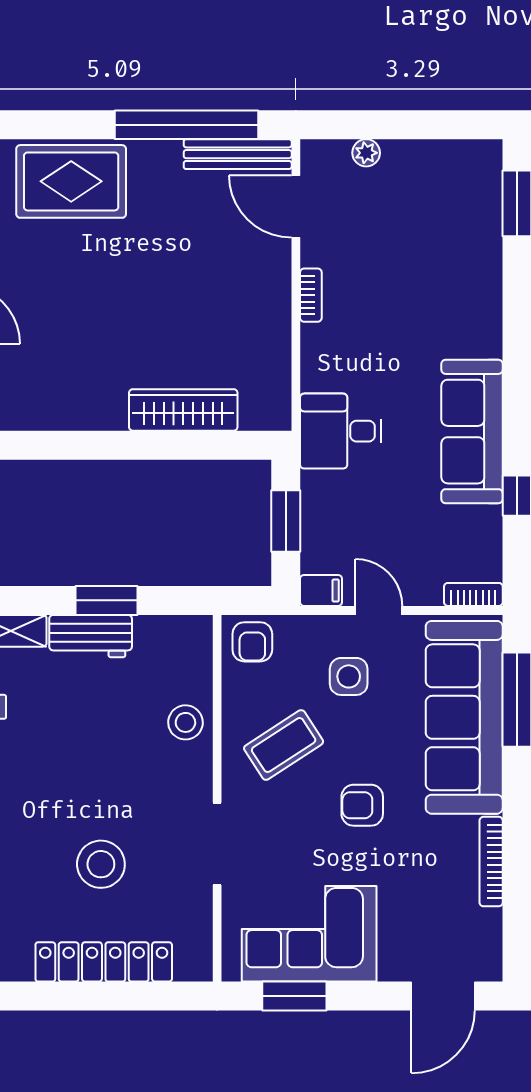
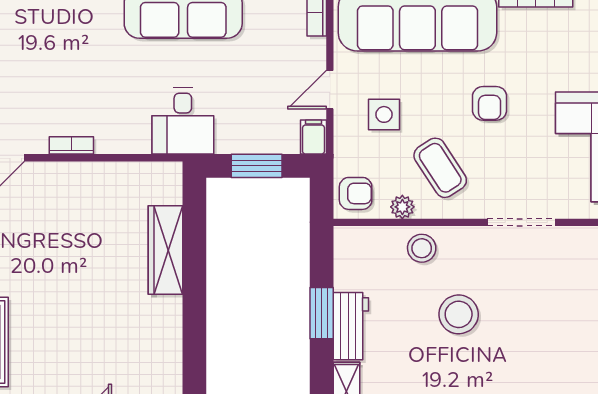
plant: (236, 699) -> (402, 207), added
stool: (101, 864) -> (459, 314), moved

